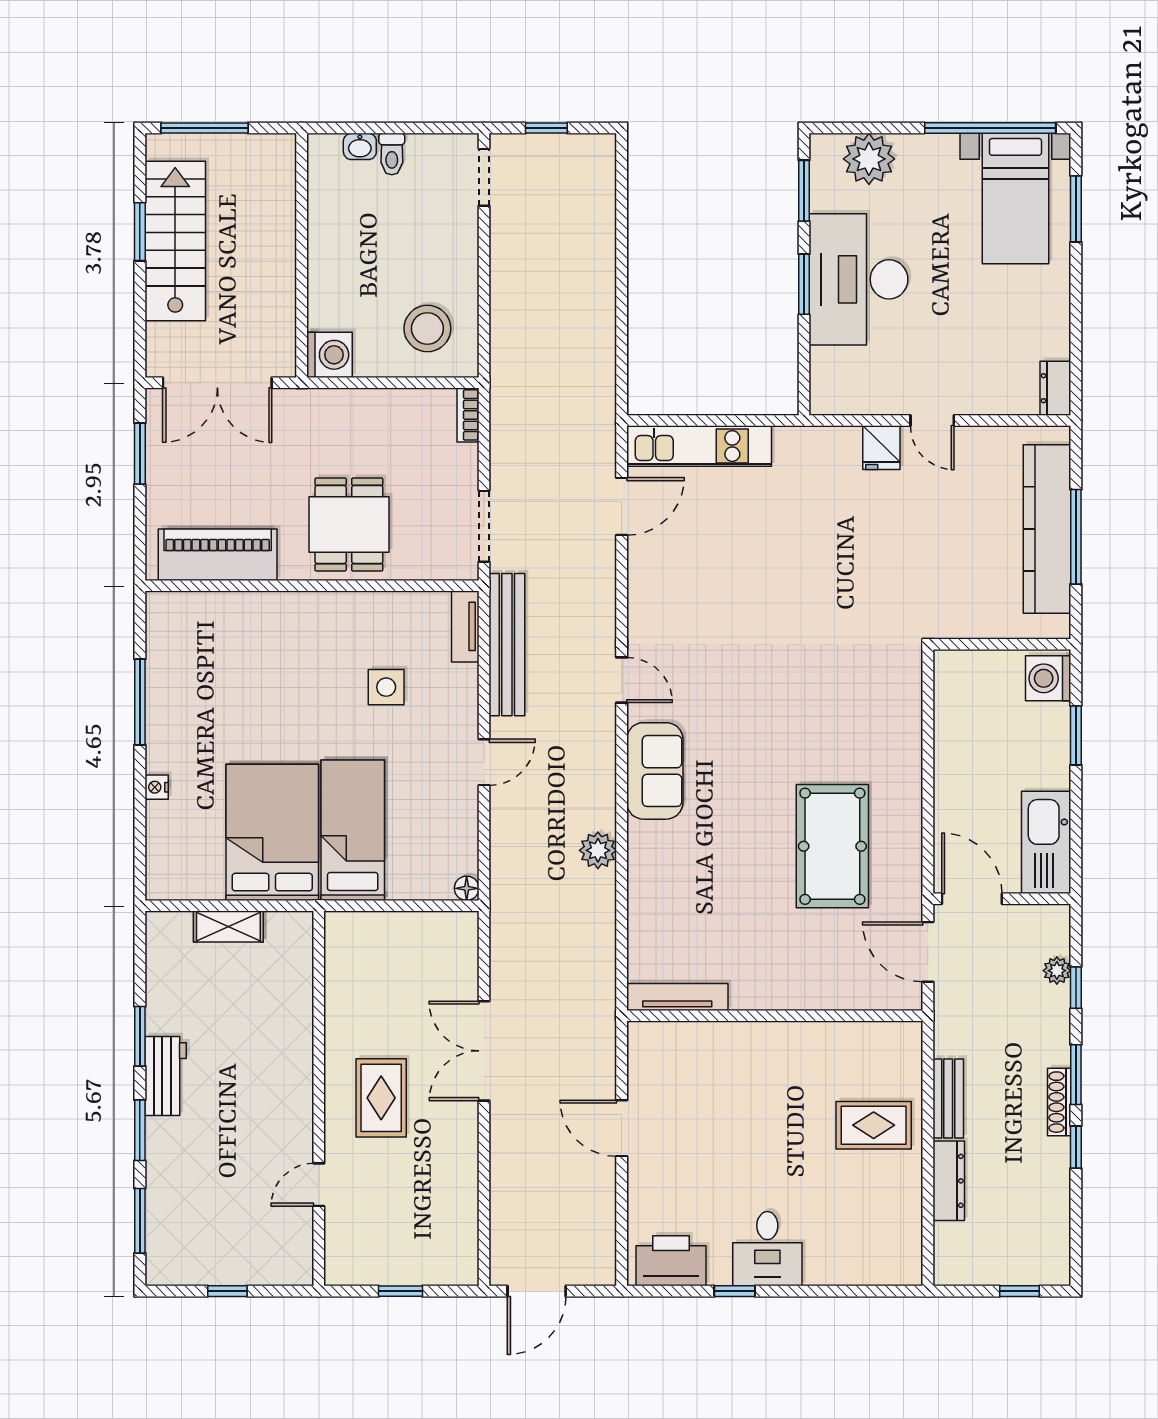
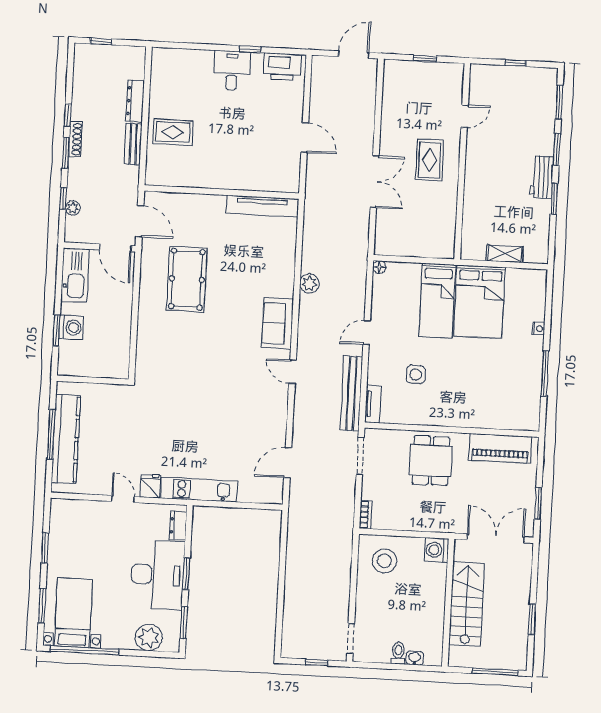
stairs: (175, 241) -> (467, 604), moved, turned 180
window: (1076, 320) -> (45, 548), added
dresser: (1055, 388) -> (178, 526), moved, turned 180
kitchen unit: (699, 446) -> (199, 490), moved
washing machine: (1048, 678) -> (71, 327), moved
tv unit: (677, 997) -> (262, 206), width x1.36, depth x1.29

